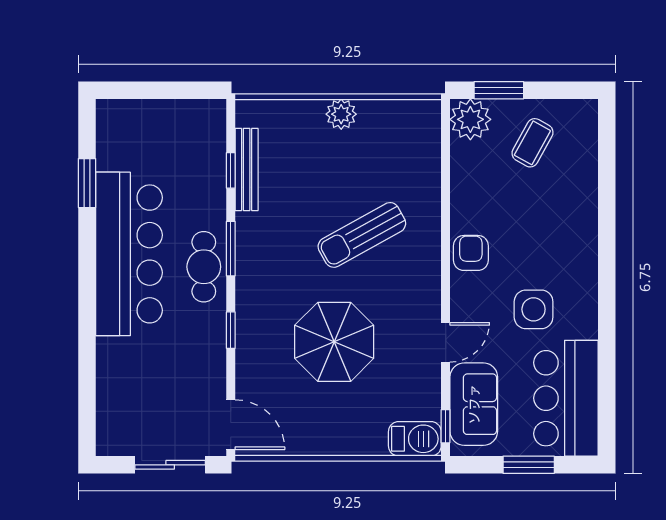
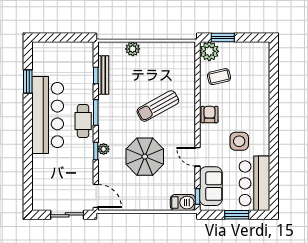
plant: (341, 114) -> (133, 49), moved
coffee table: (532, 143) -> (219, 77), moved, turned 48
plant: (247, 326) -> (104, 149), added
door: (446, 342) -> (198, 157), swing flipped

